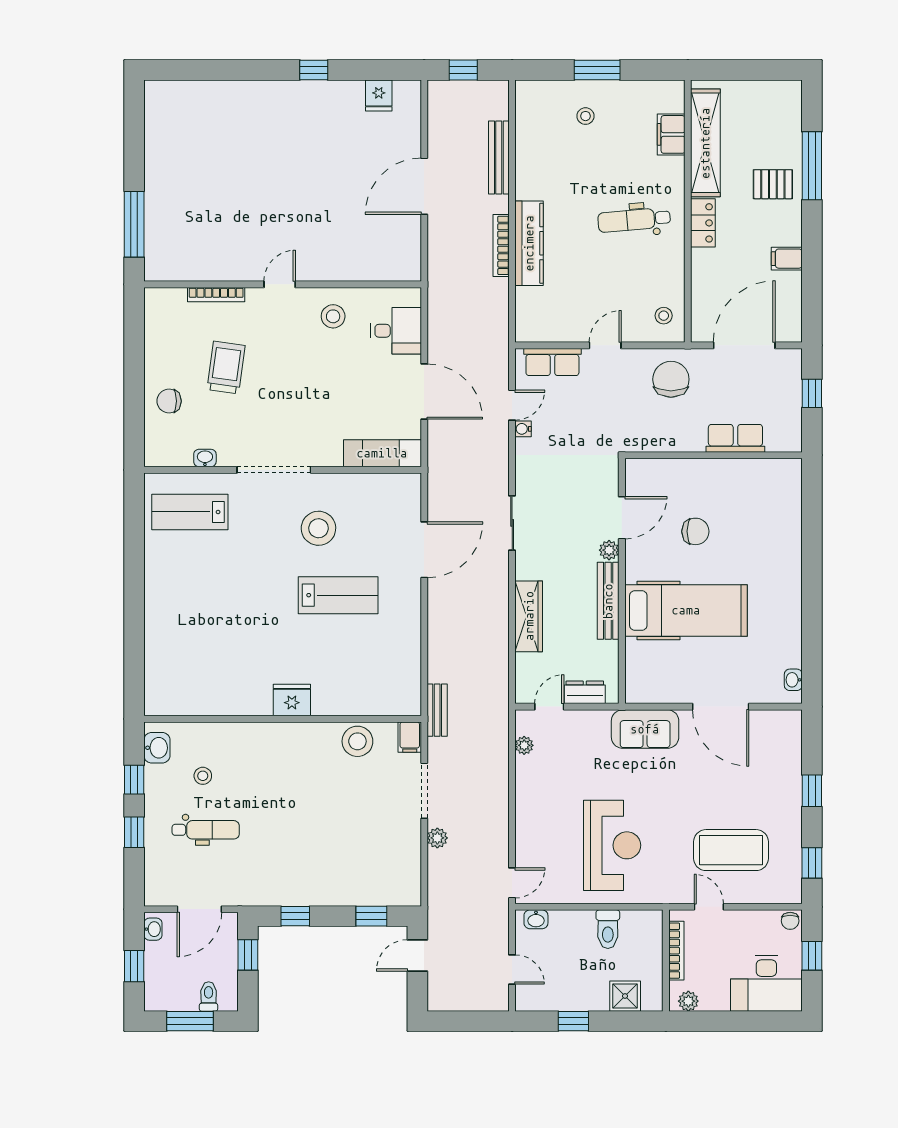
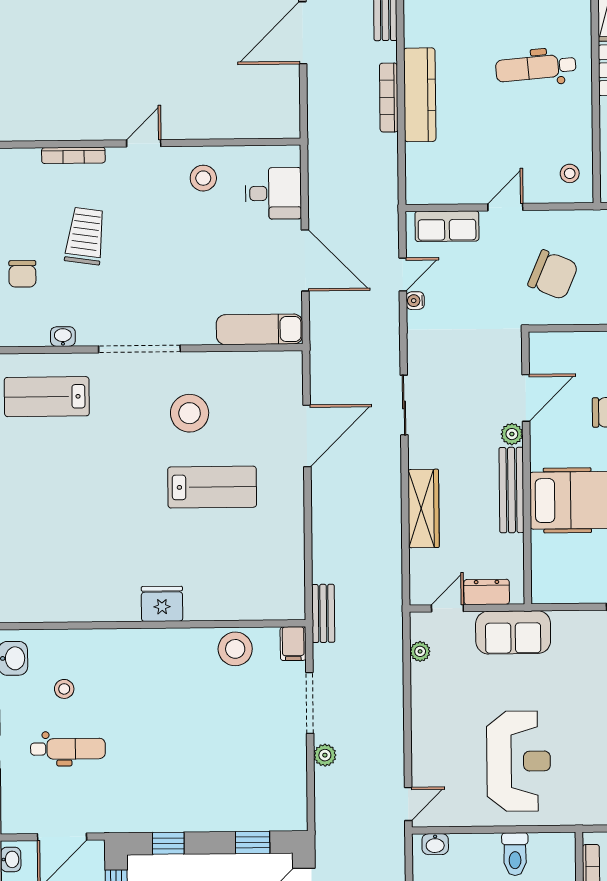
chair: (671, 379) -> (553, 275), moved, turned 113
chair: (169, 401) -> (22, 274), turned -90
sofa: (645, 729) -> (513, 632), moved

